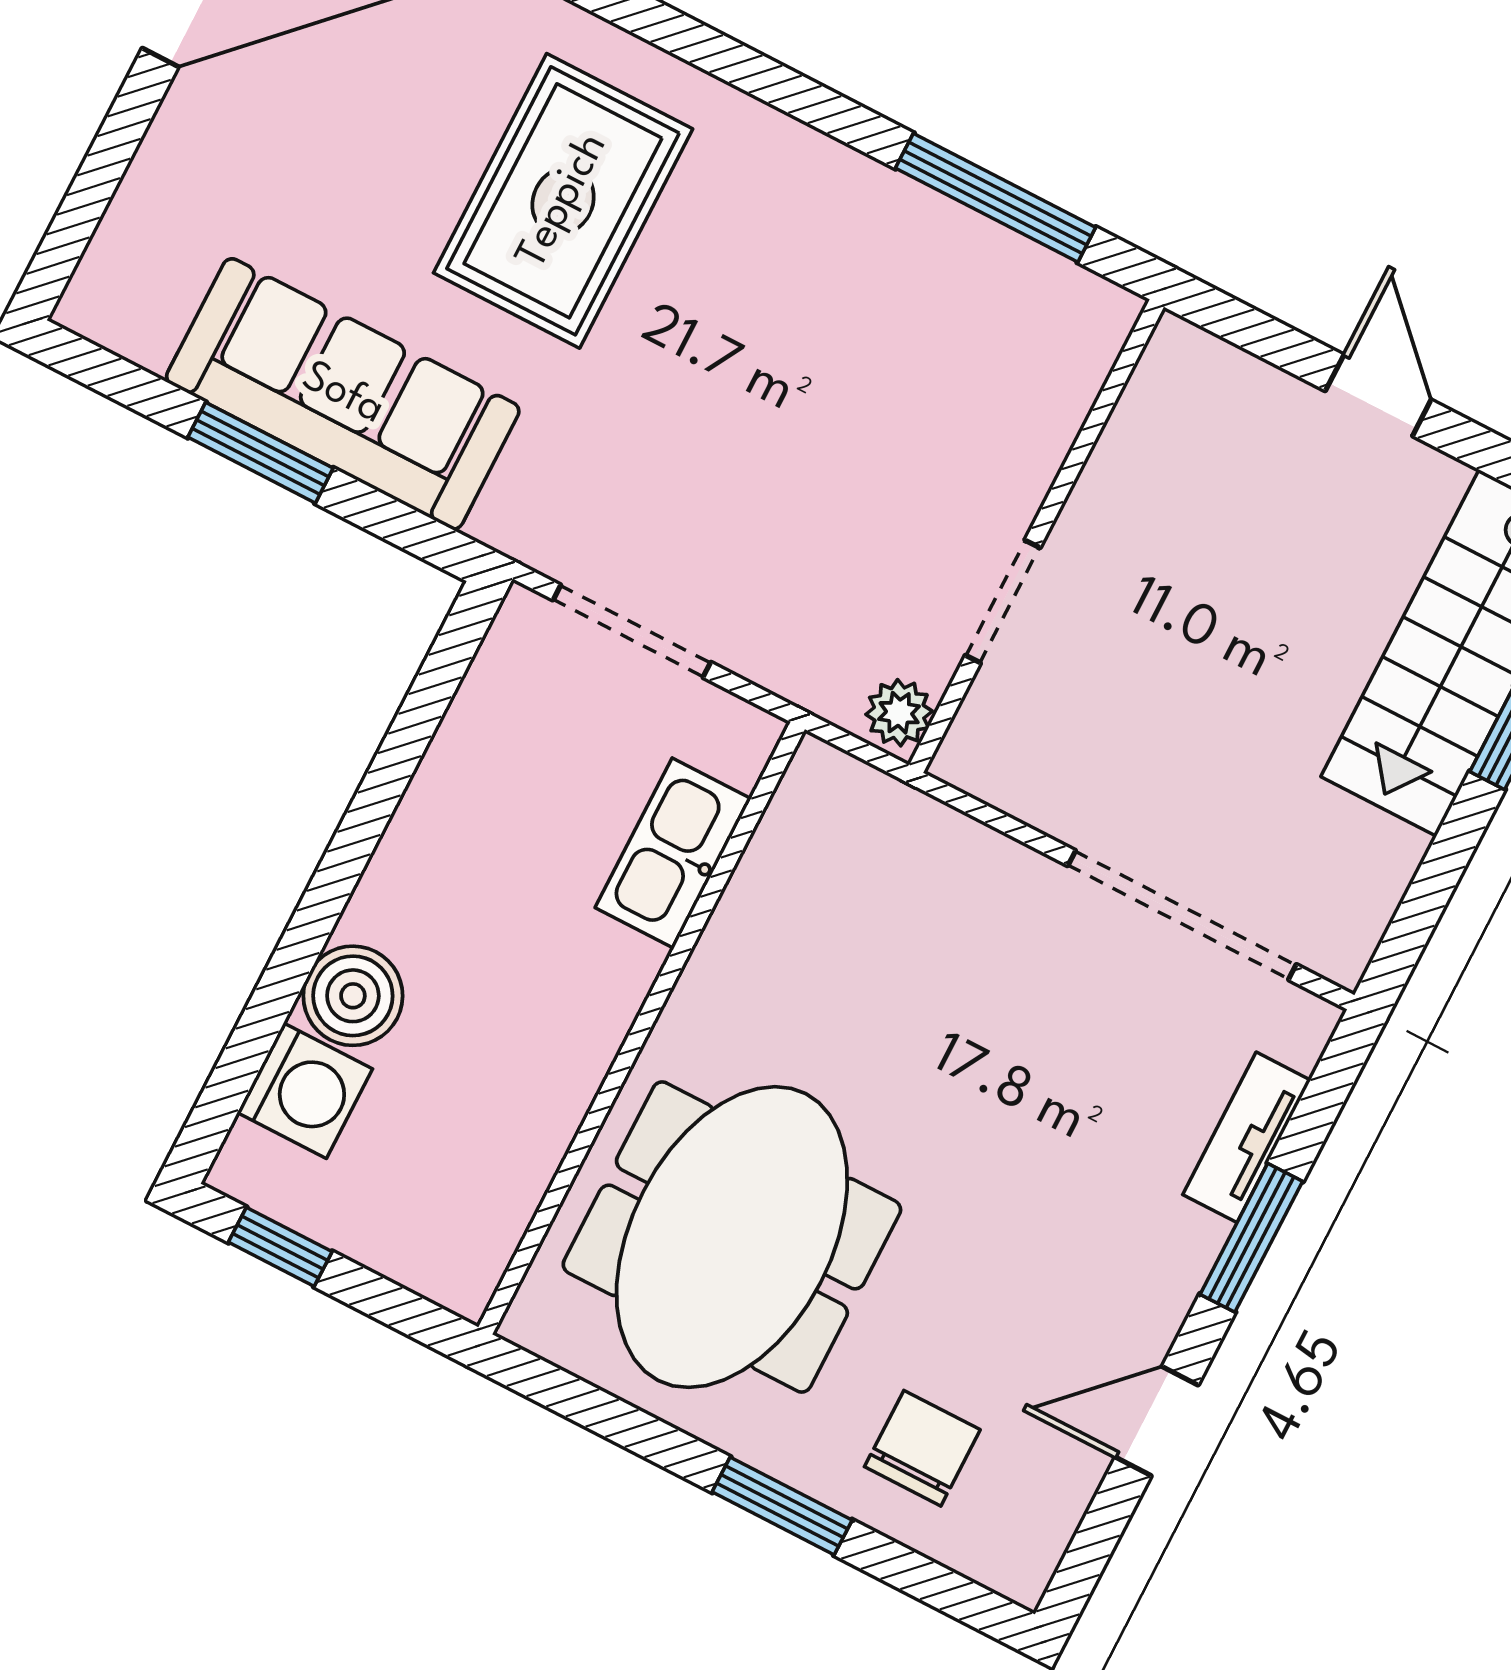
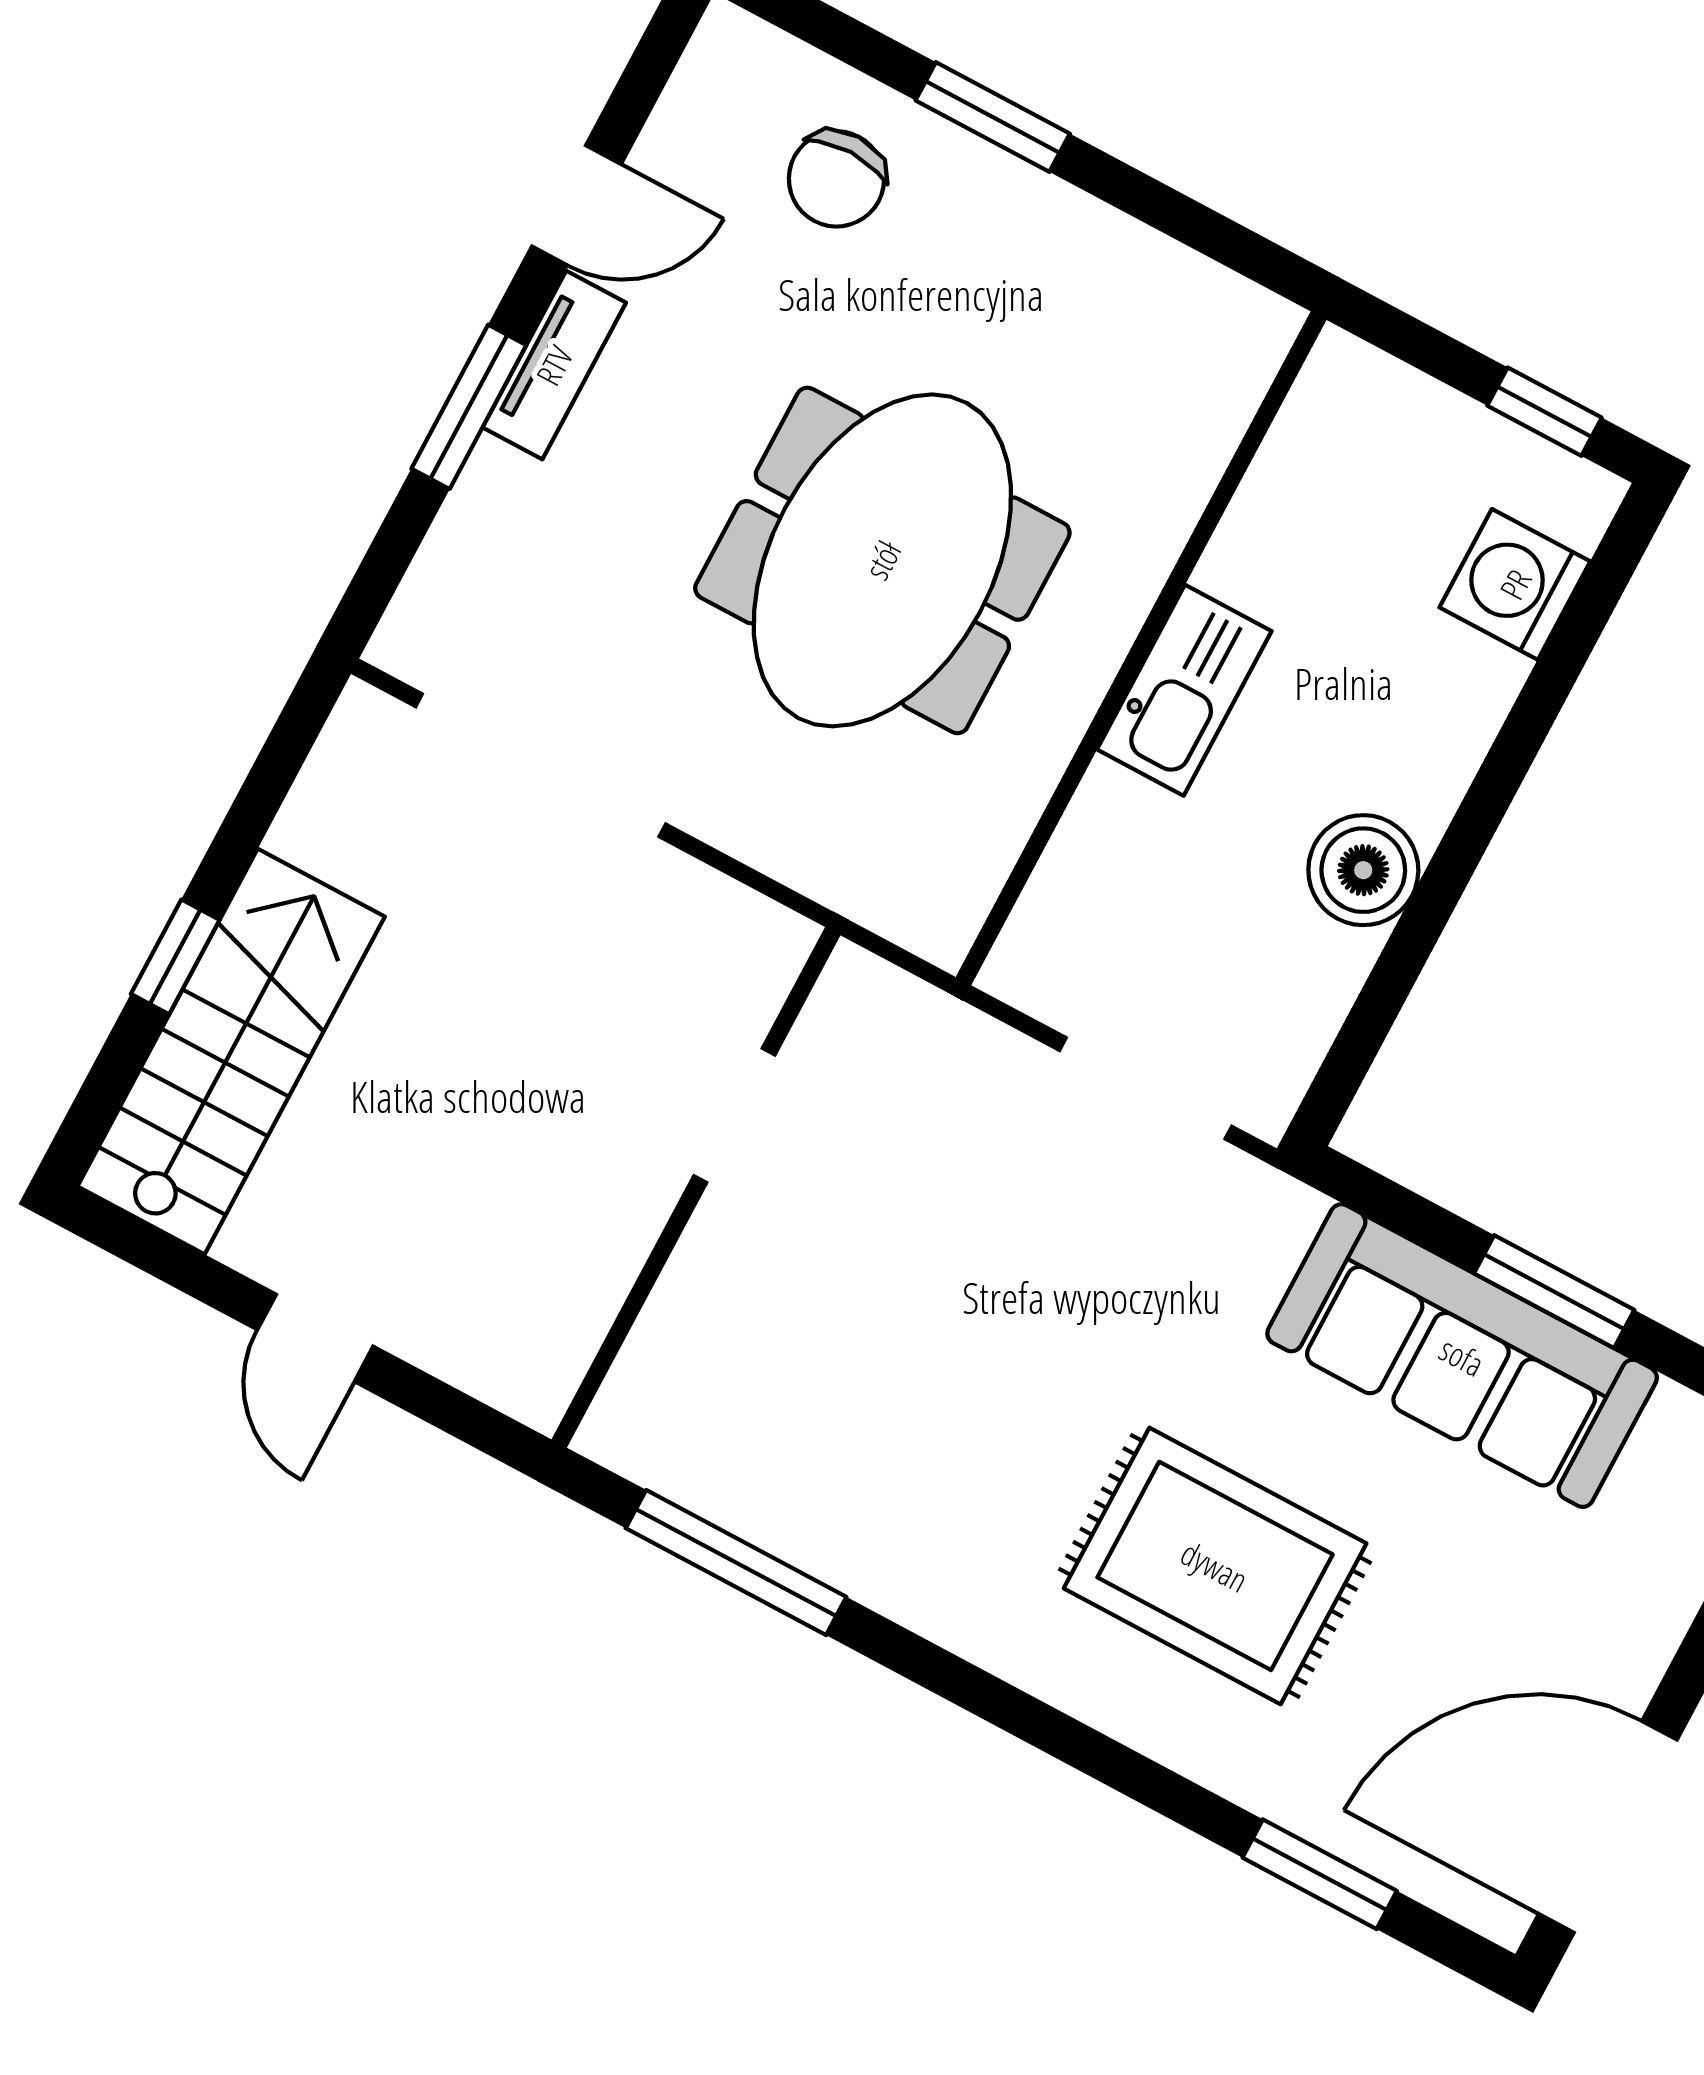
rug: (563, 201) -> (1215, 1566), turned 90
plant: (899, 713) -> (851, 994), removed
kitchen sink: (673, 853) -> (1184, 690), moved
boiler: (353, 996) -> (1363, 870), moved
tv unit: (1247, 1137) -> (554, 365), moved
meeting table: (732, 1237) -> (882, 560), moved

